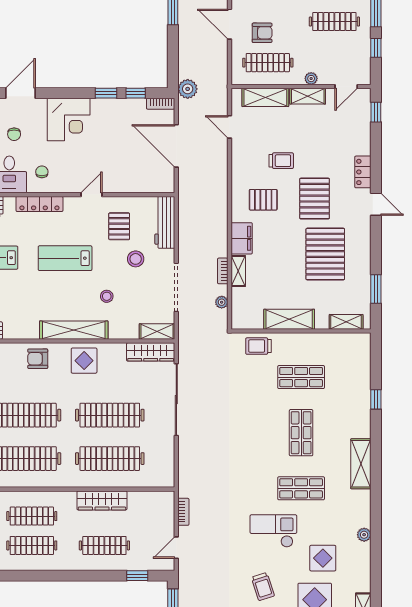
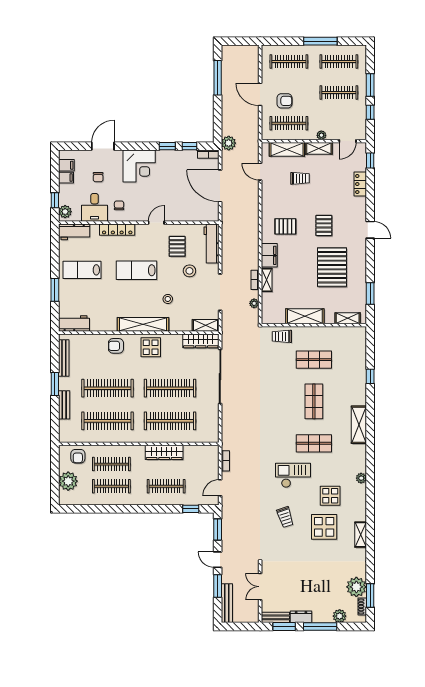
trolley: (281, 161) -> (300, 178), moved
locker: (363, 172) -> (360, 184), moved
pallet: (315, 199) -> (324, 225), width x0.67, depth x0.71

